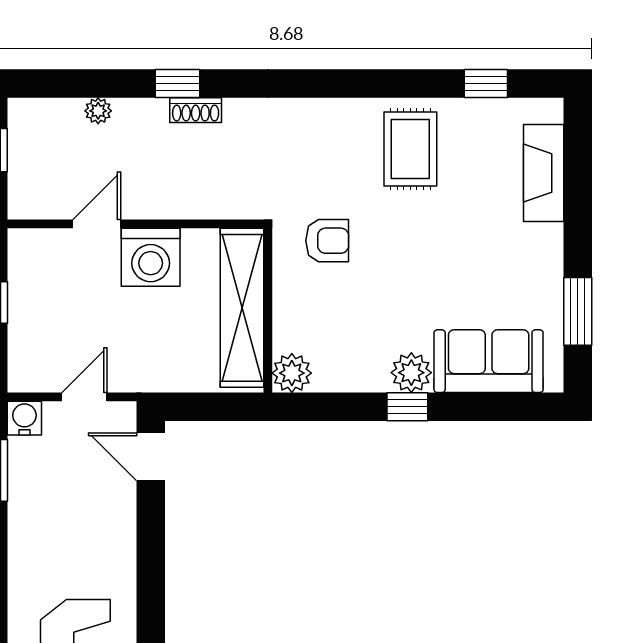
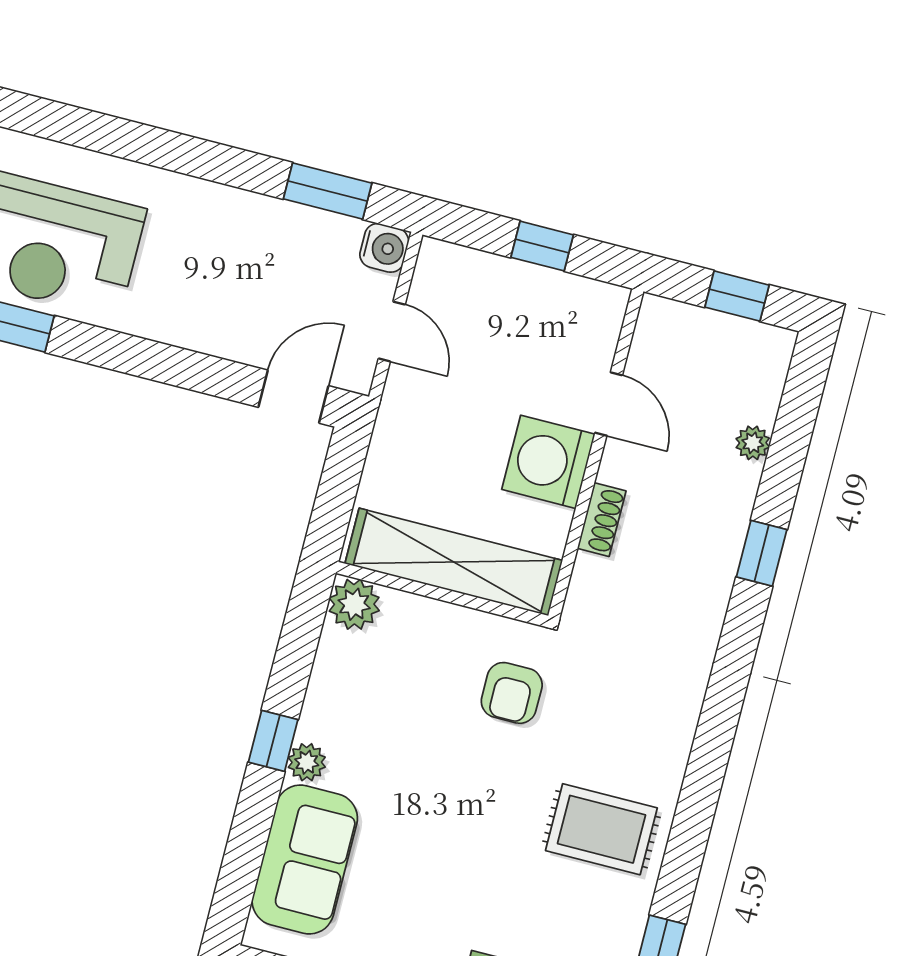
shoe rack: (196, 110) -> (602, 520), moved, turned 180
plant: (411, 373) -> (307, 762), width x0.73, depth x0.73

